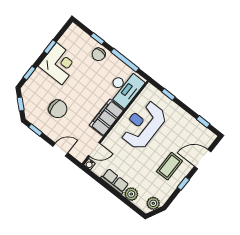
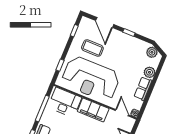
reception desk: (143, 125) -> (91, 79), width x1.36, depth x1.30
coffee table: (170, 166) -> (92, 48), moved

